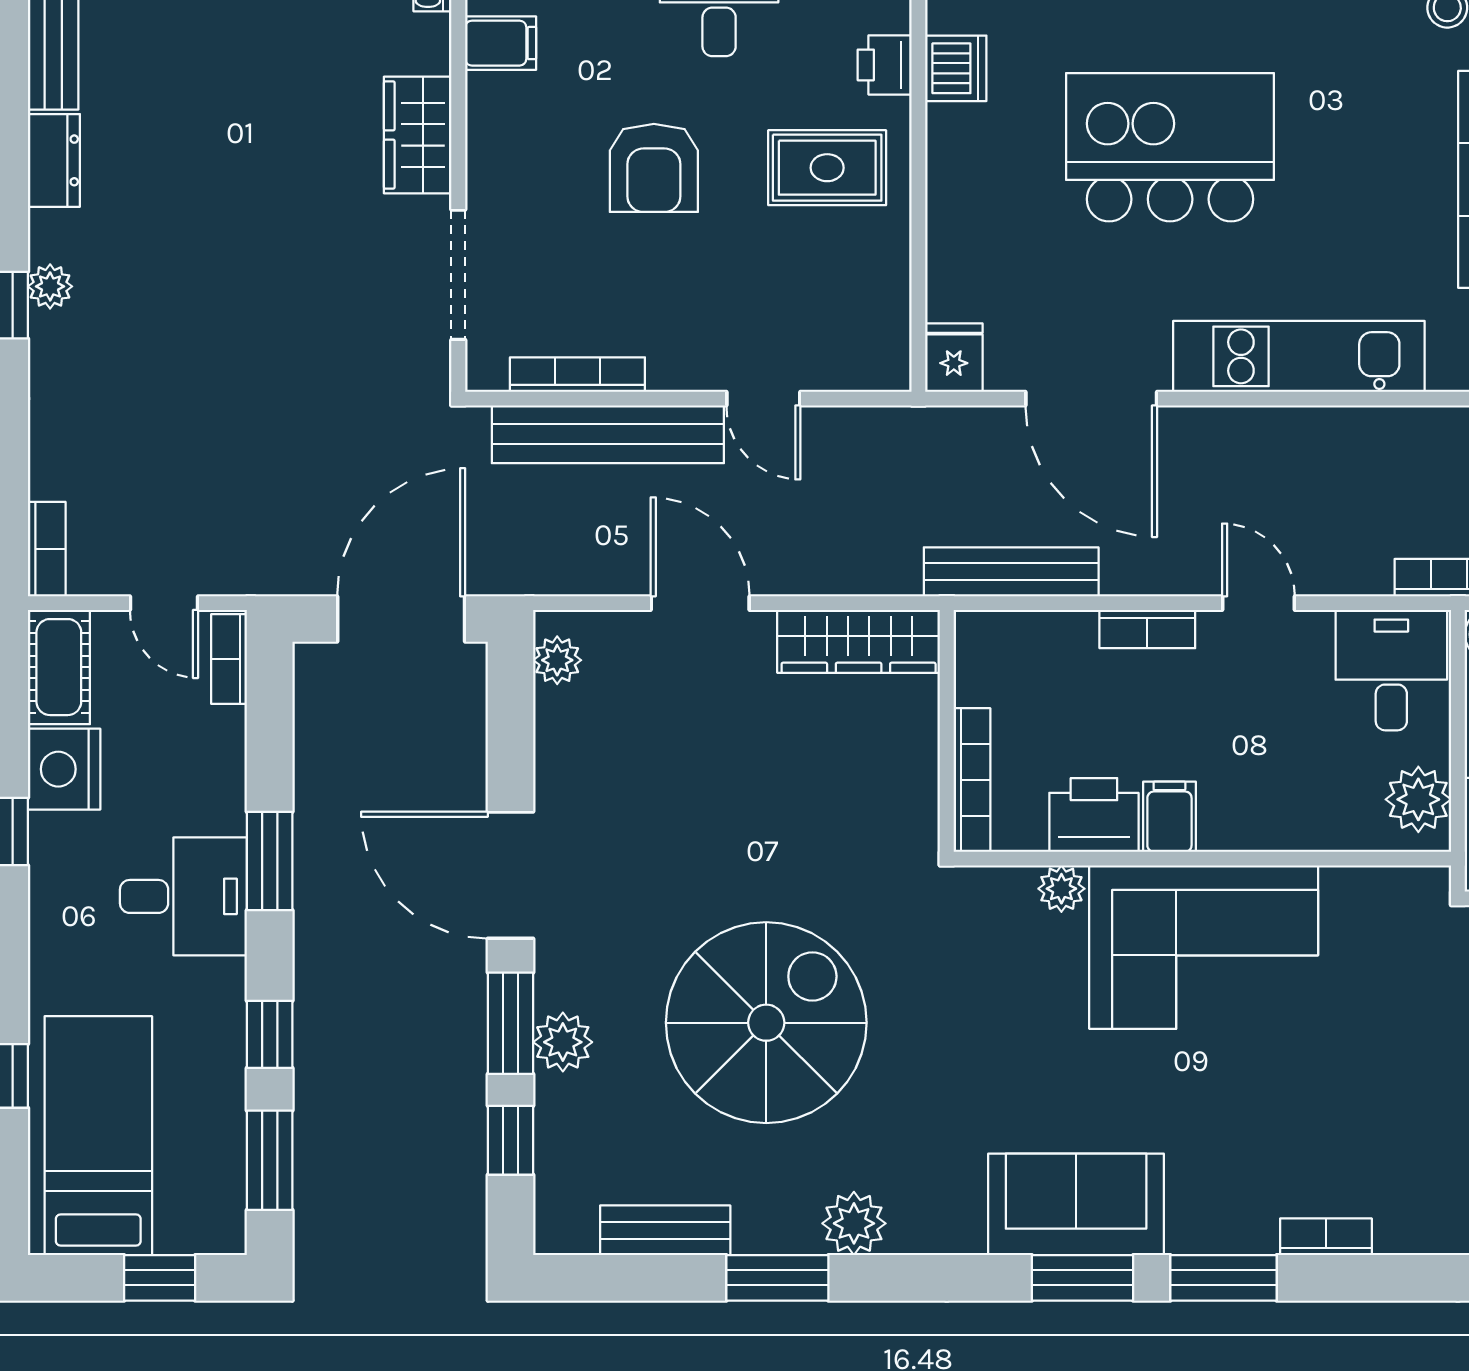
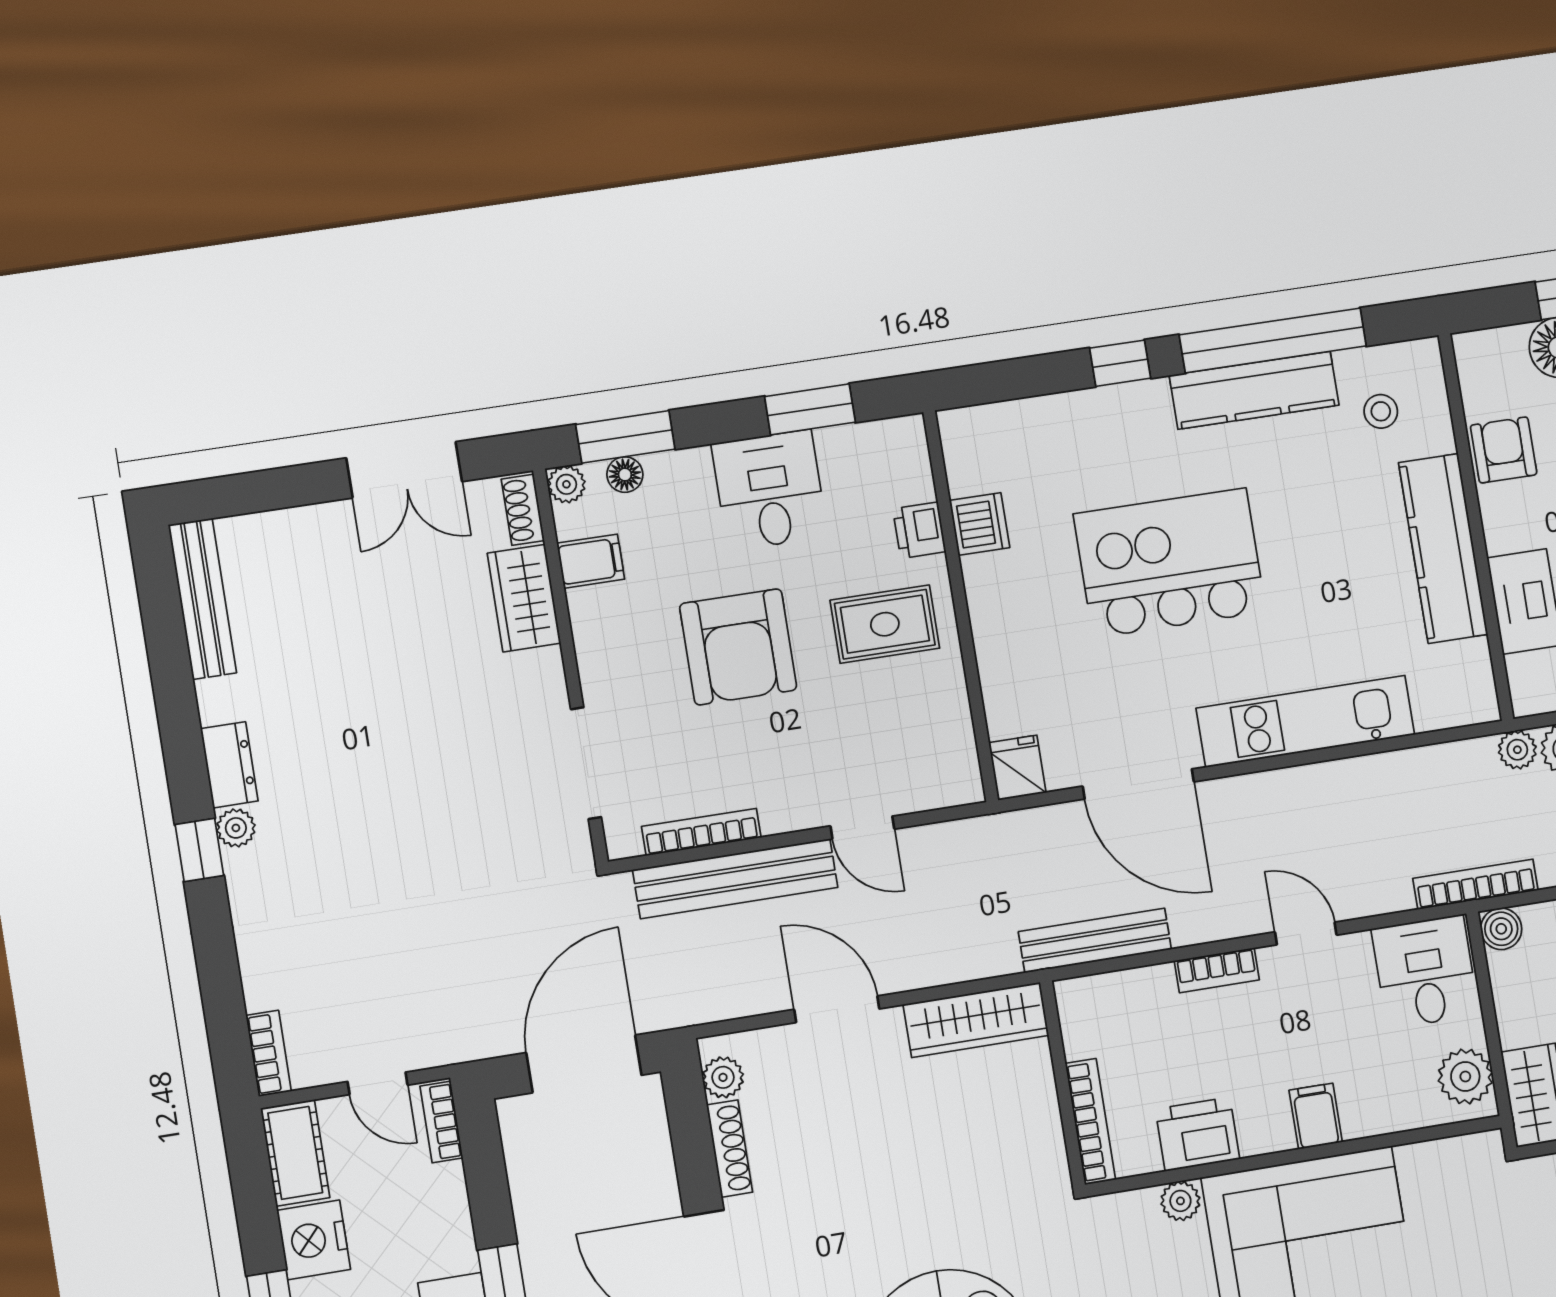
wardrobe: (418, 135) -> (524, 598), moved
dresser: (54, 160) -> (229, 765), moved
armchair: (654, 168) -> (738, 647), width x1.36, depth x1.36
shoe rack: (552, 743) -> (730, 1149), added
filing cabinet: (1169, 817) -> (1316, 1116), moved

